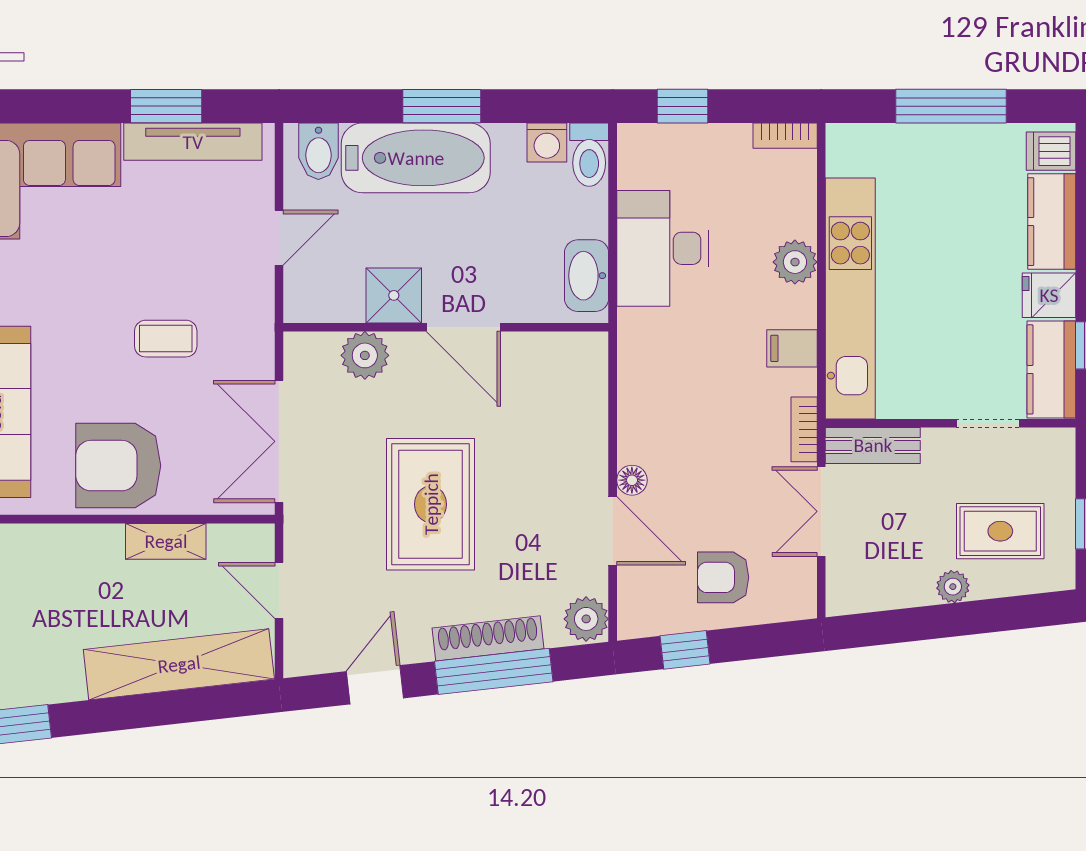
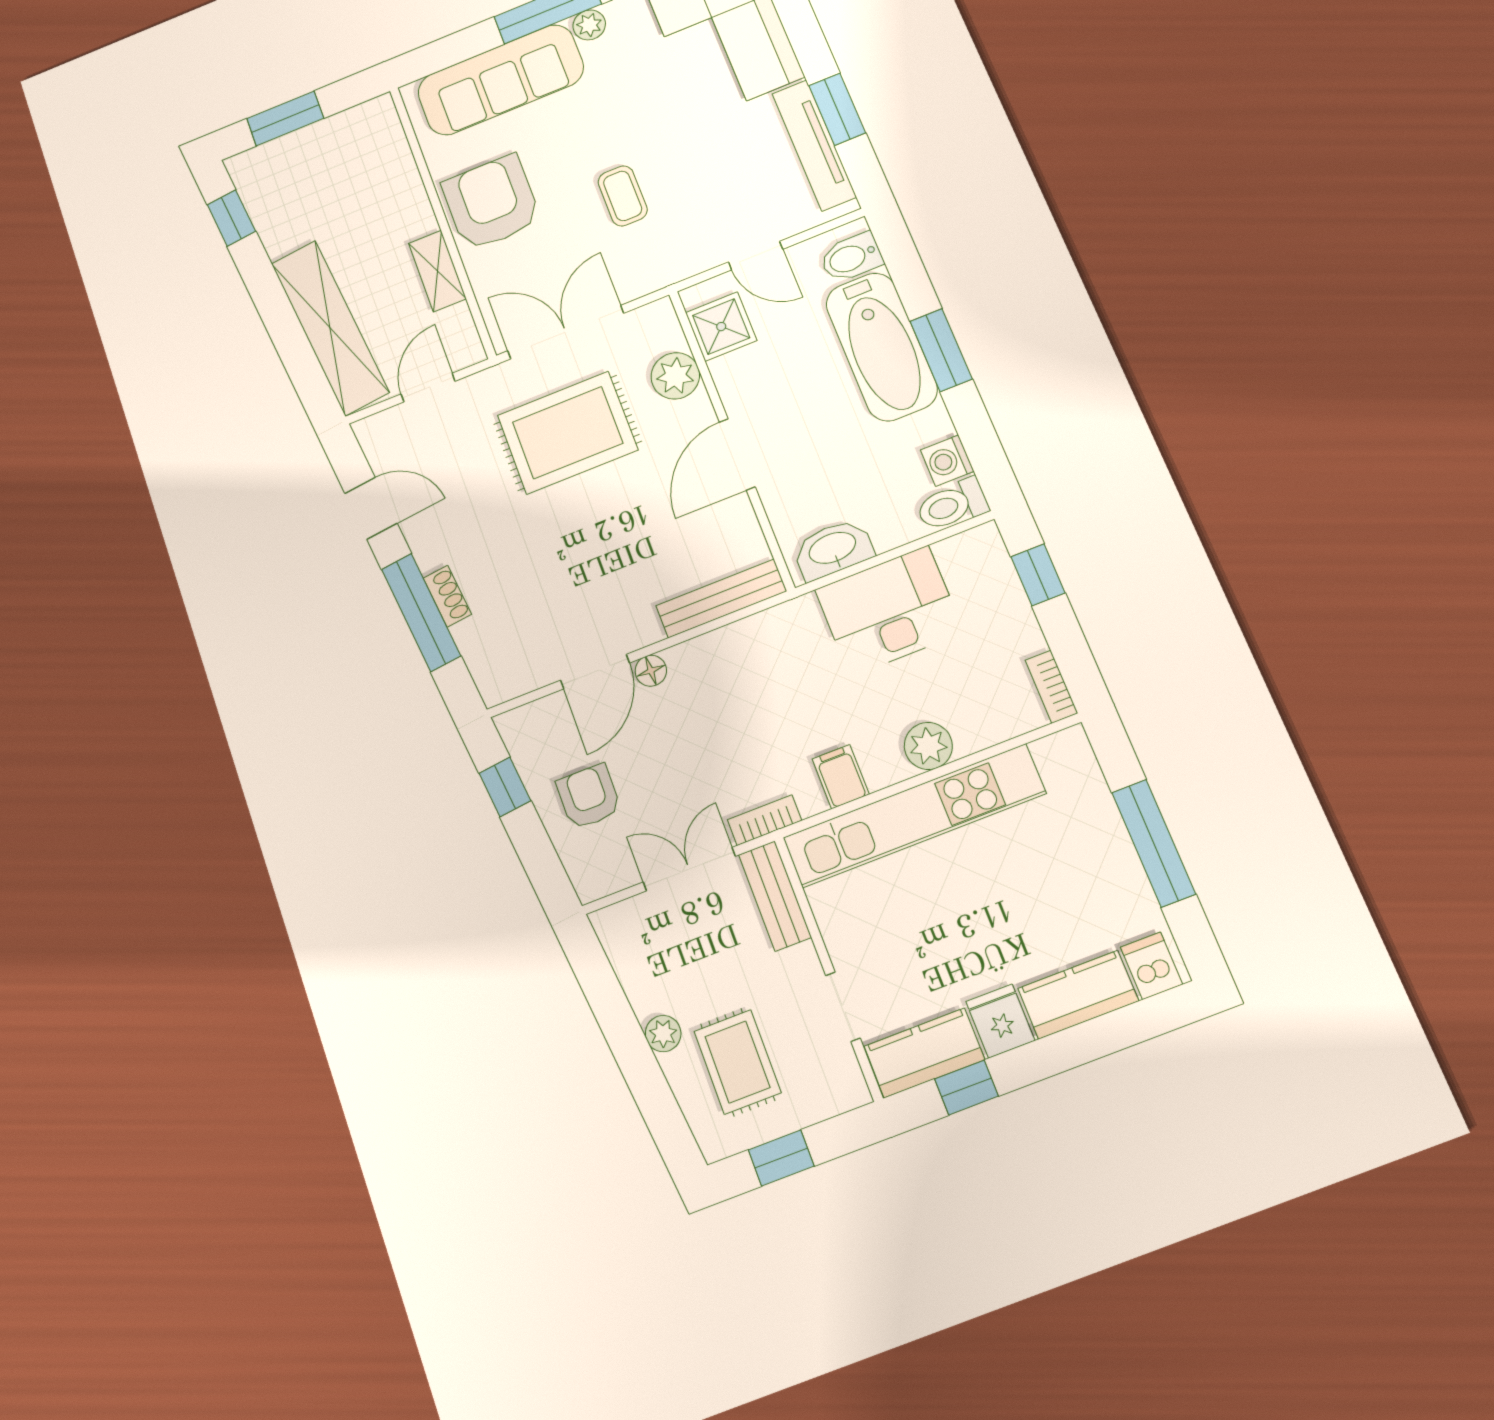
shower: (394, 295) -> (721, 327), moved
bench: (591, 392) -> (721, 599), added
rug: (431, 504) -> (568, 433), moved
plant: (586, 619) -> (501, 680), removed
shoe rack: (488, 638) -> (447, 596), width x0.51, depth x0.81

